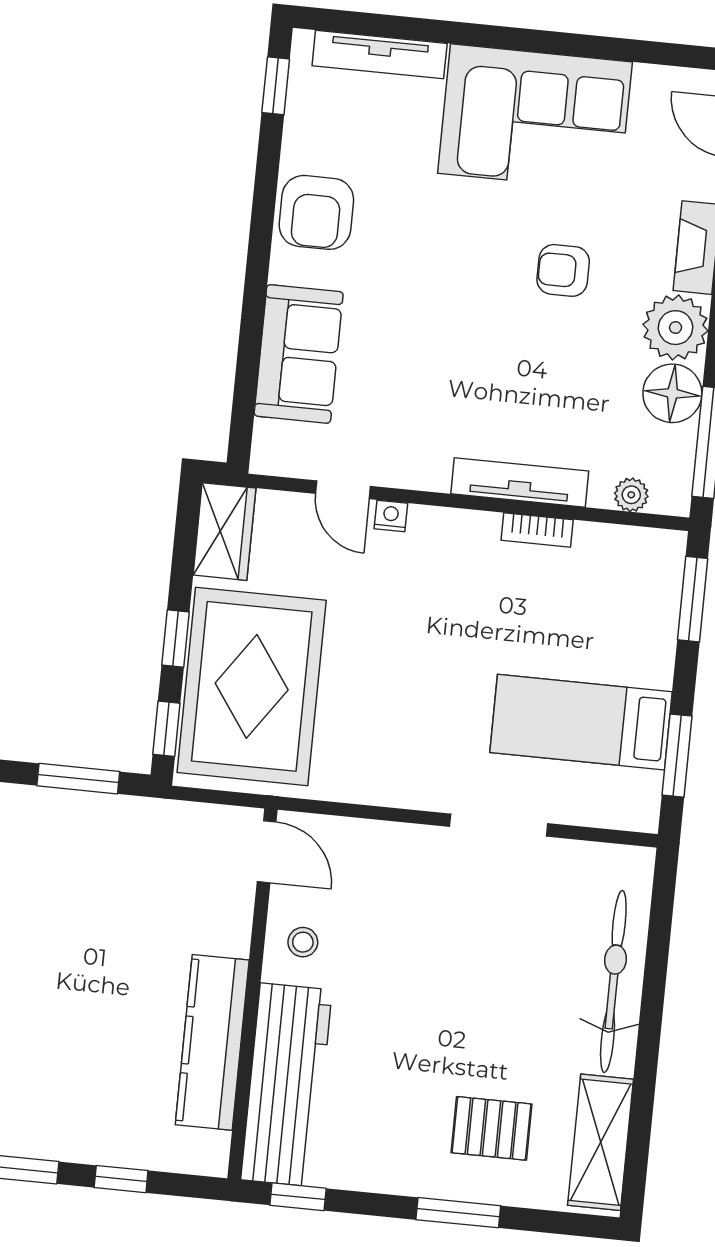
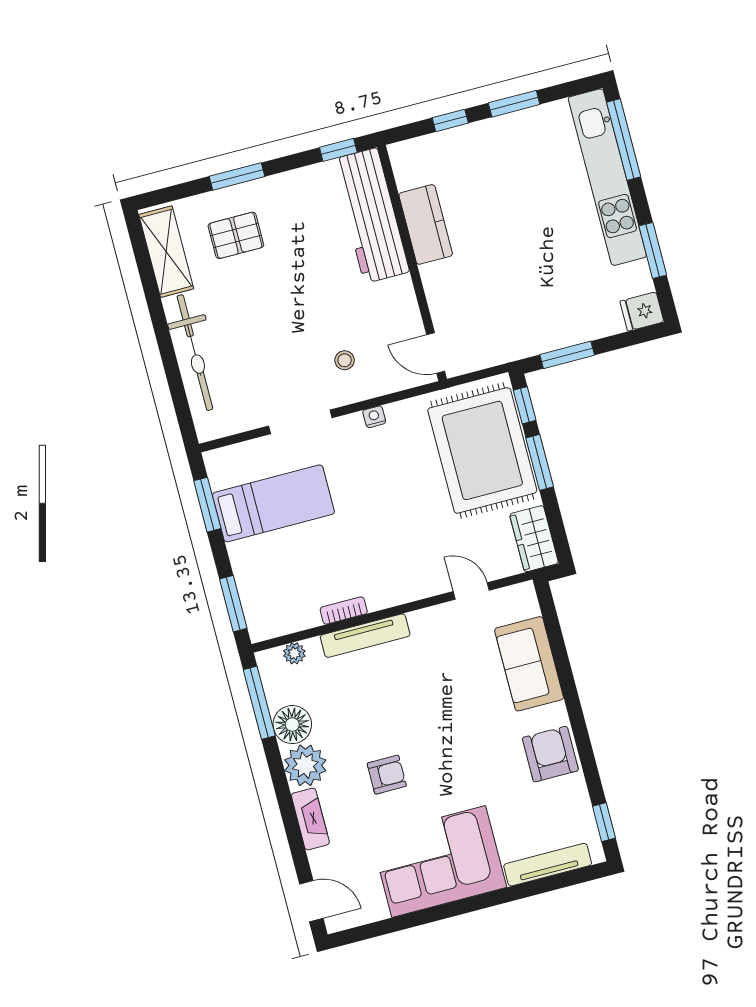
nightstand: (391, 516) -> (374, 417), moved, turned 180
window: (175, 639) -> (540, 462), width x1.50
stool: (303, 942) -> (345, 360), moved
kitchen counter: (212, 1042) -> (426, 224), width x0.67

